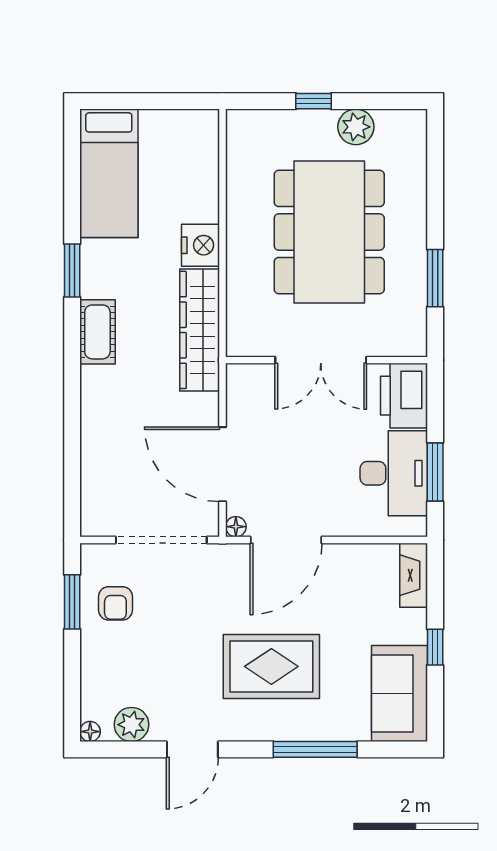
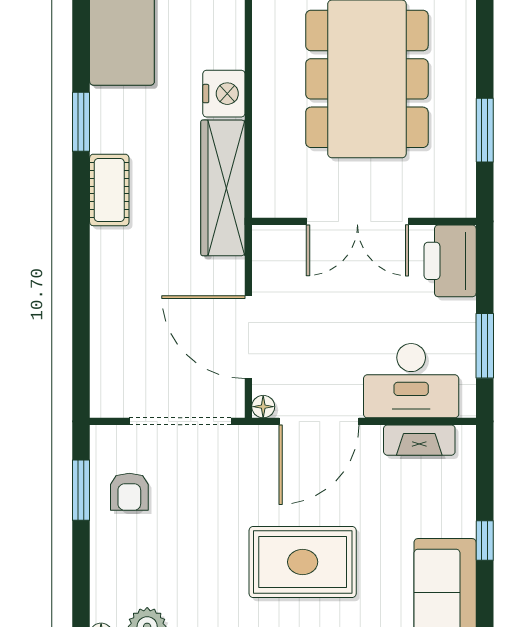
desk: (394, 473) -> (411, 381), moved, turned 90
fireplace: (414, 575) -> (419, 440), moved, turned -90

